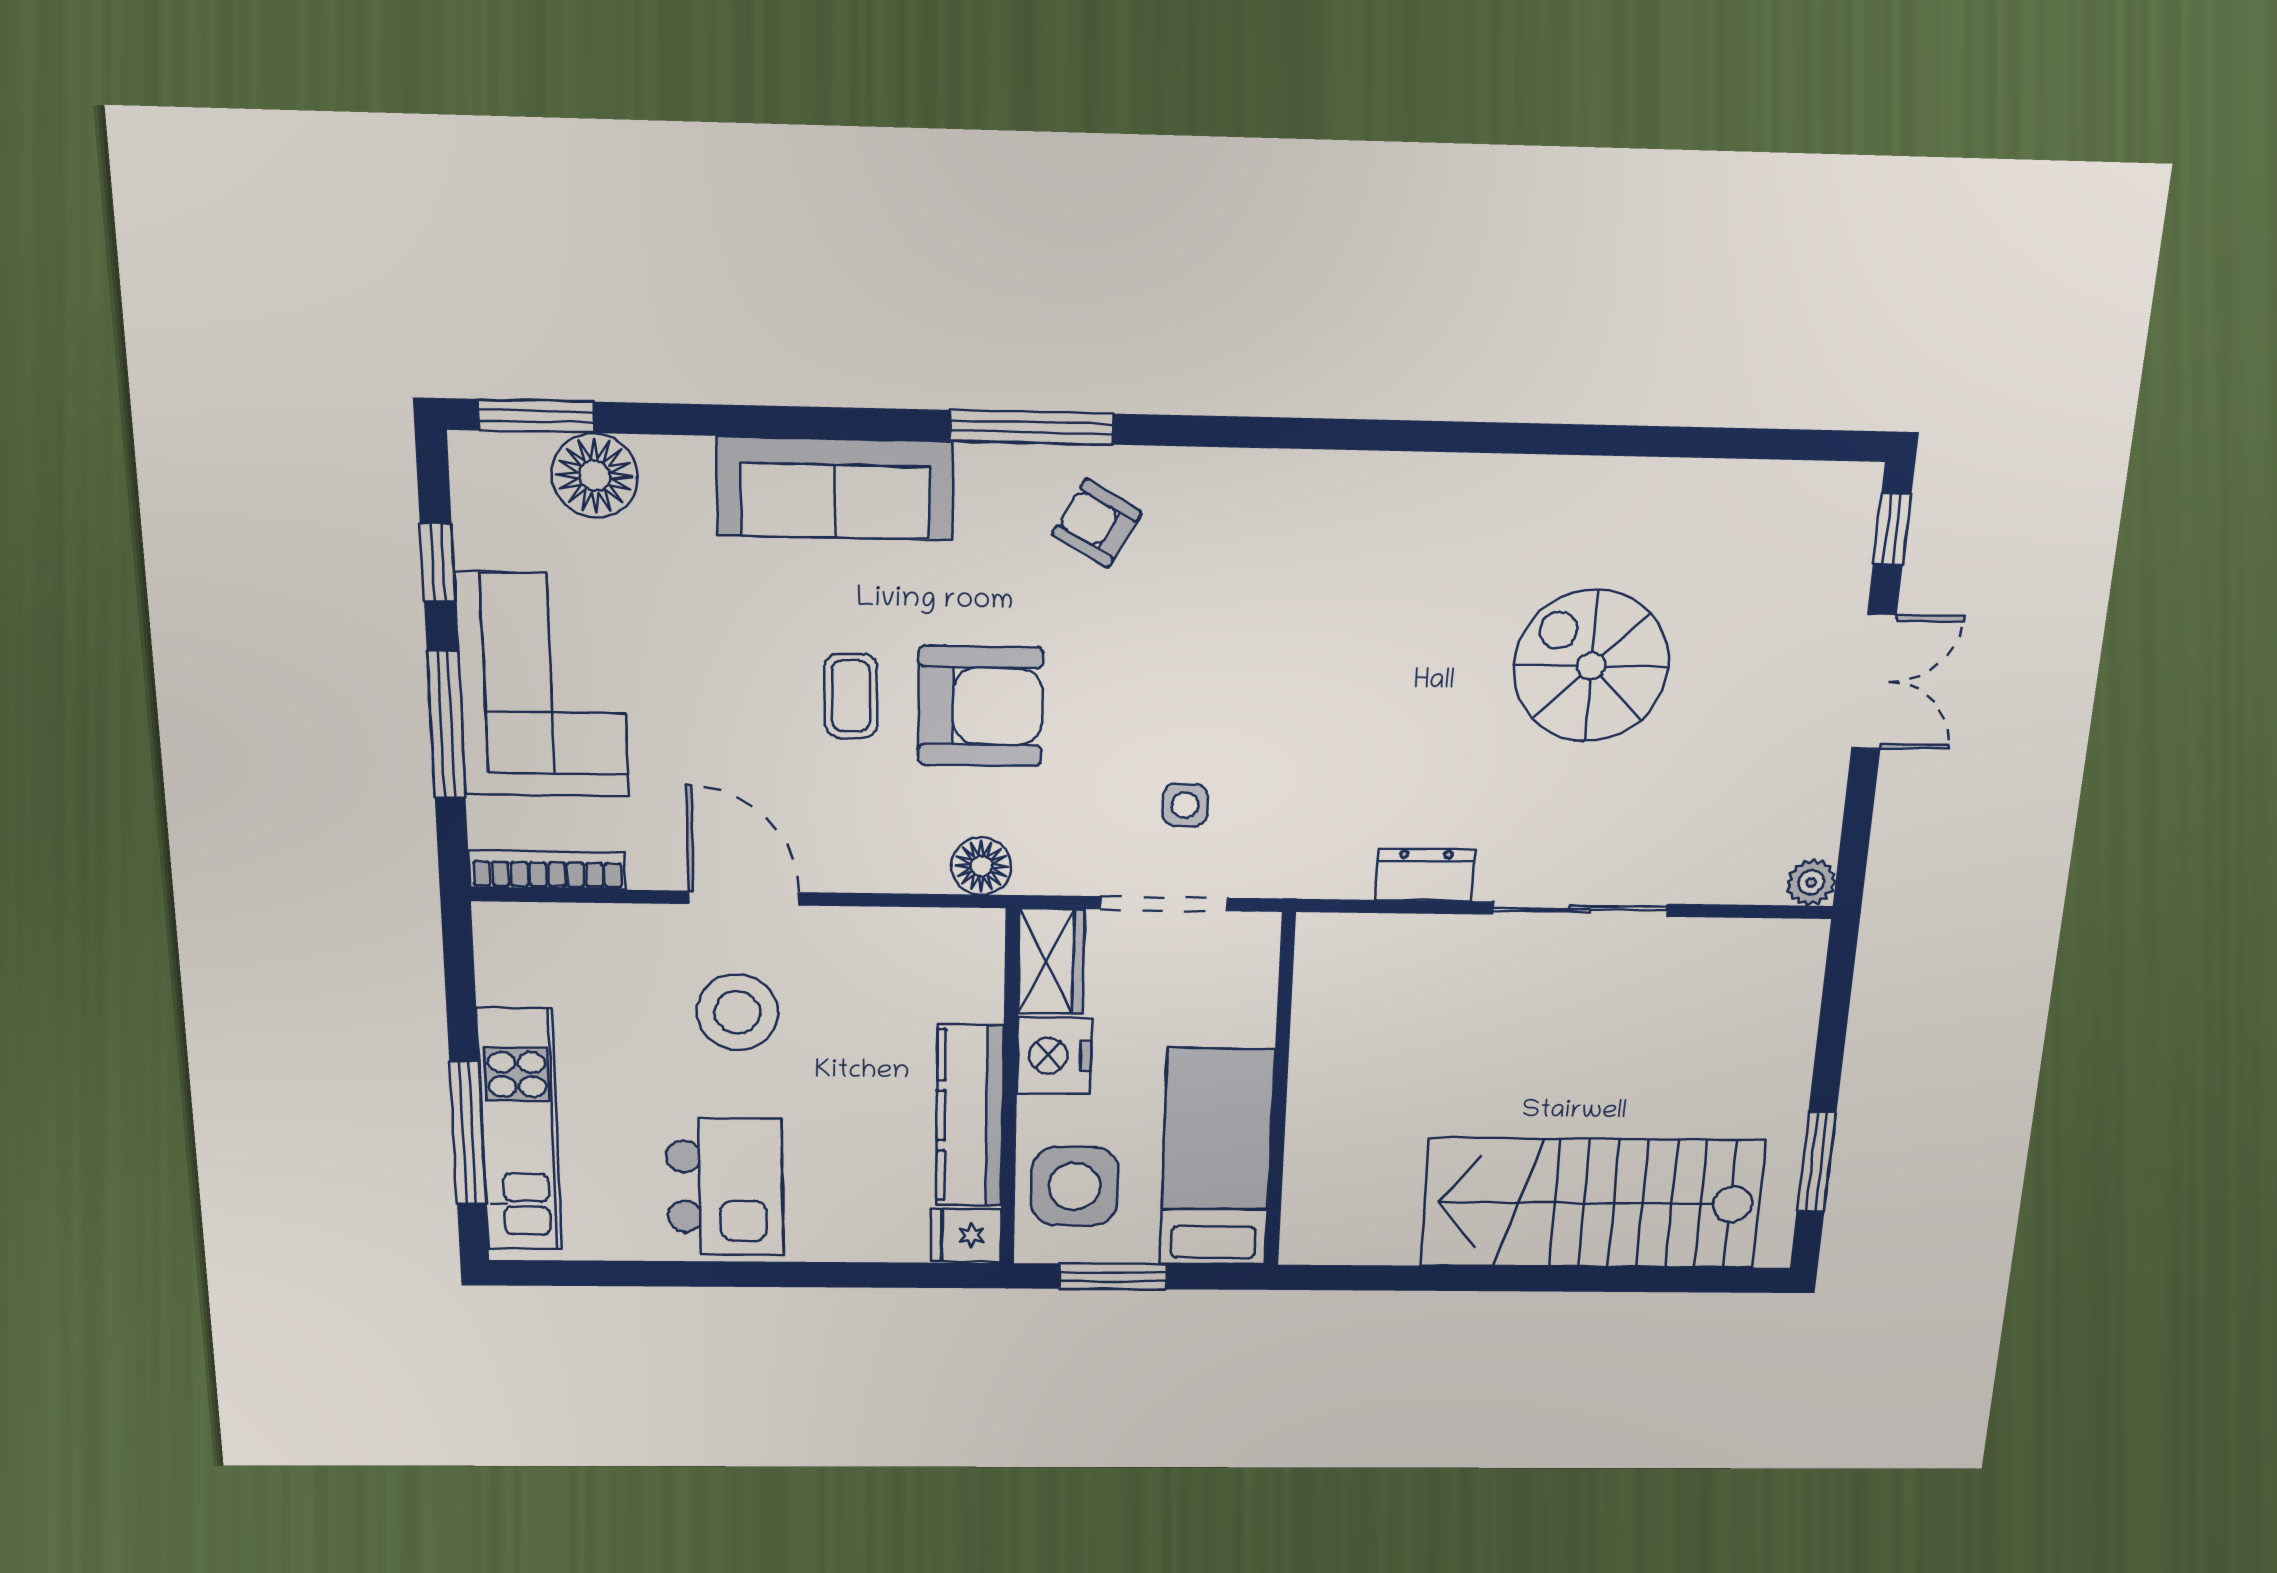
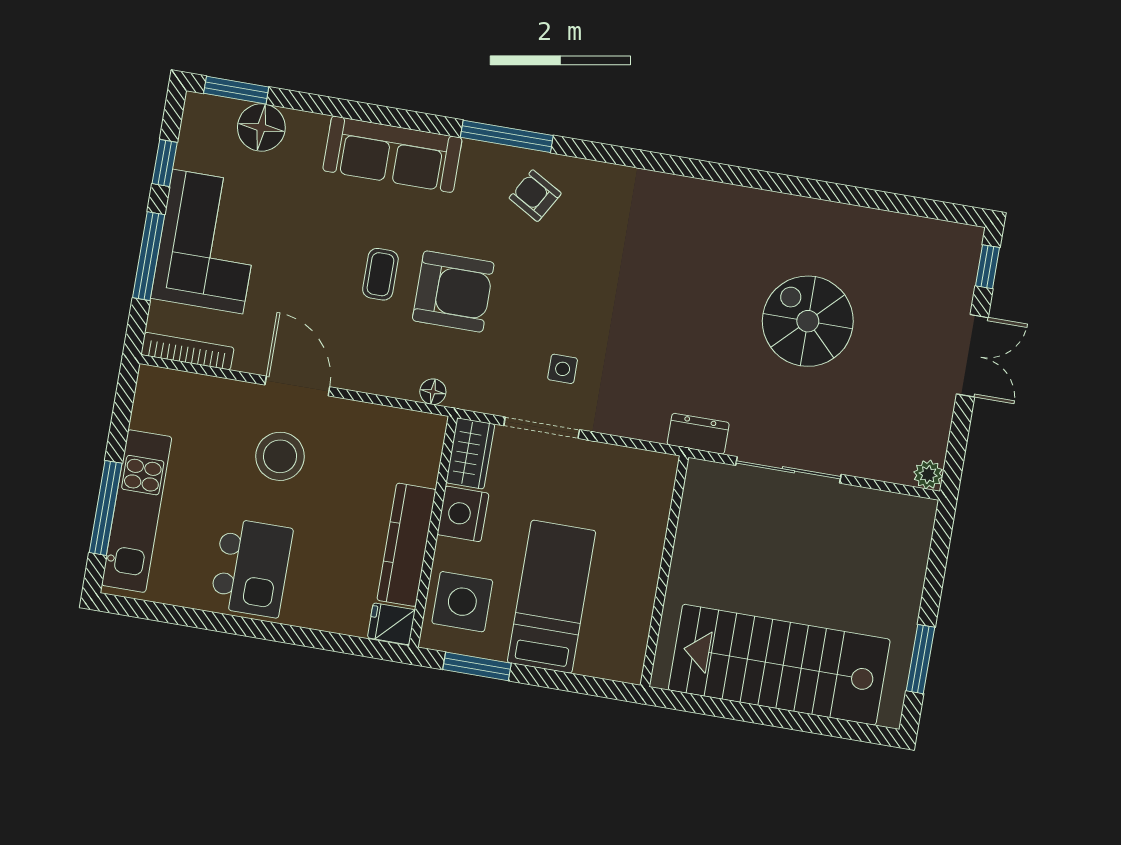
floor lamp: (981, 866) -> (433, 392), width x0.73, depth x0.73
wall: (1280, 1092) -> (664, 571), moved

